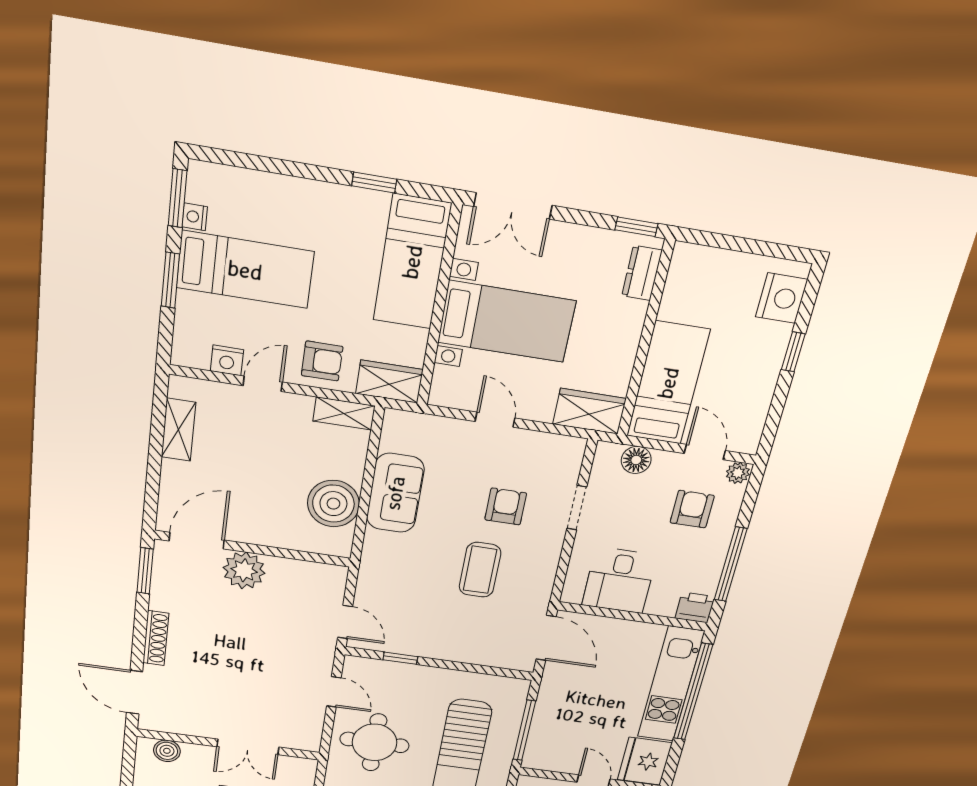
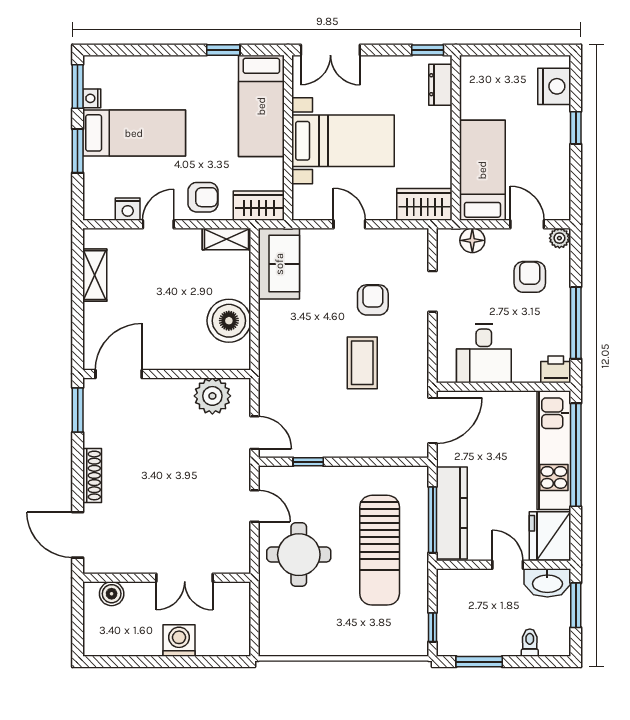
sofa: (395, 493) -> (279, 264), moved
plant: (244, 570) -> (212, 396), moved
door: (546, 638) -> (433, 421), hinge flipped
kitchen counter: (546, 727) -> (452, 513), added

